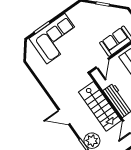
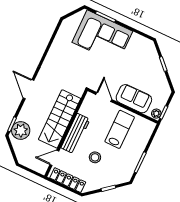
door: (102, 63) -> (104, 97), swing flipped

